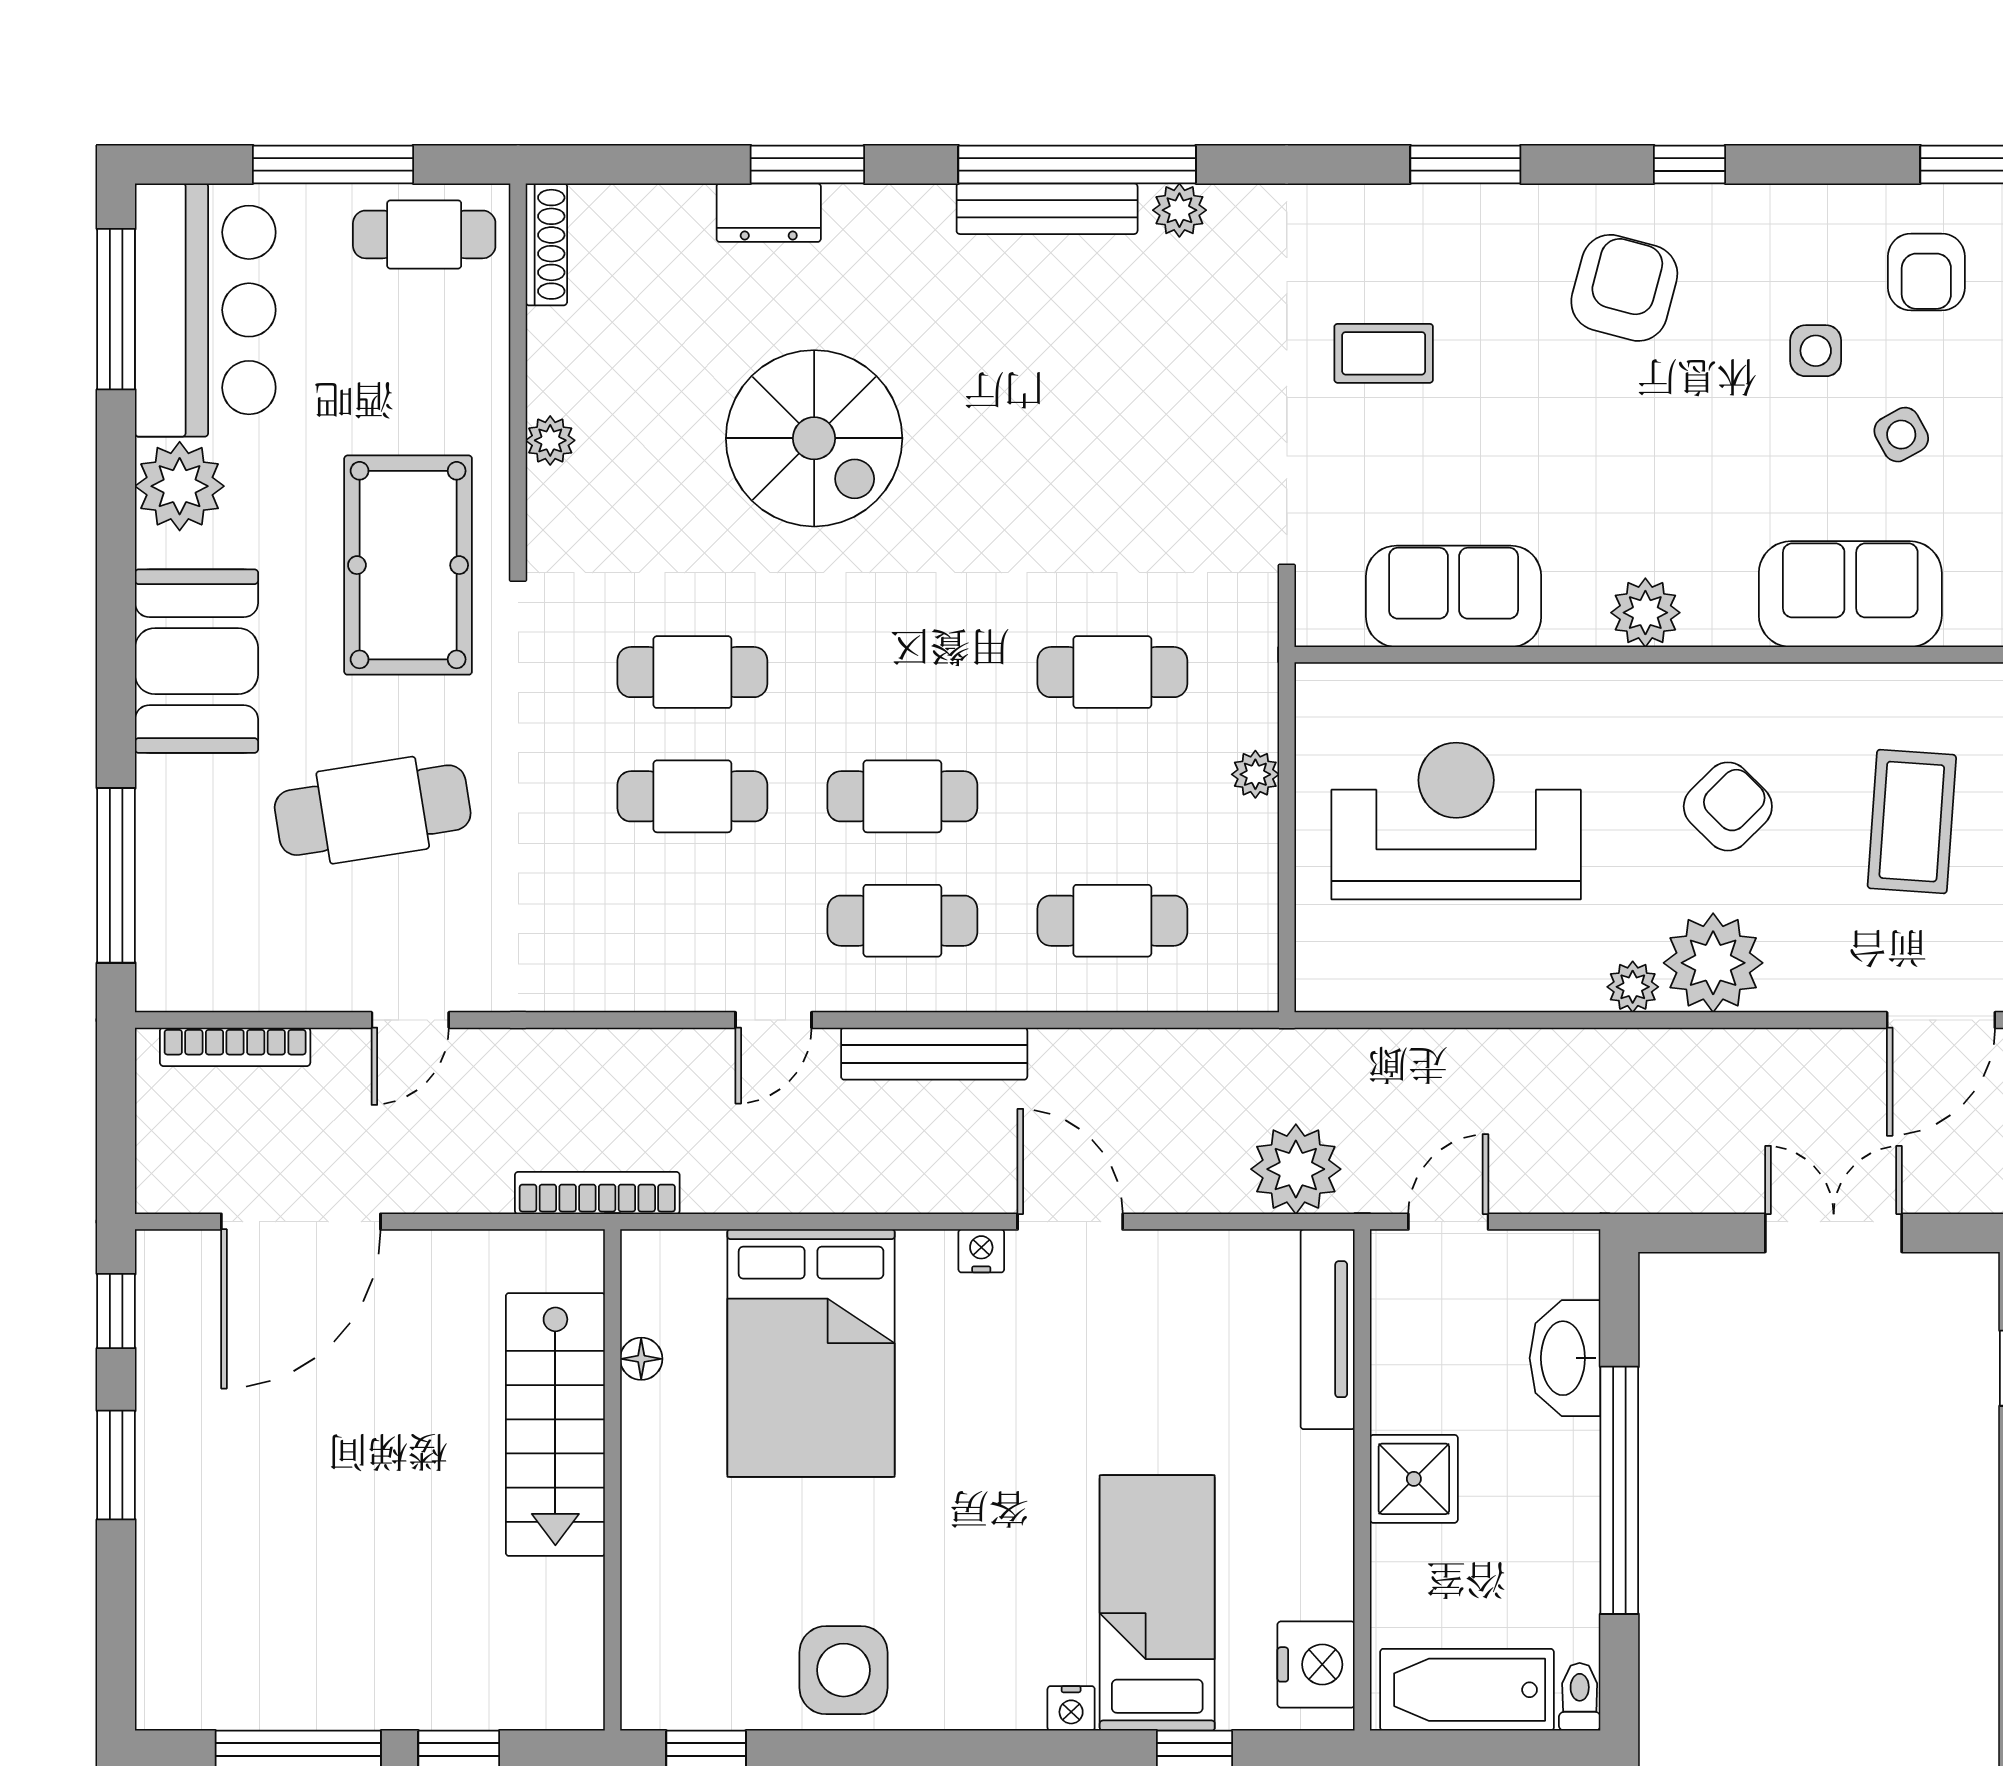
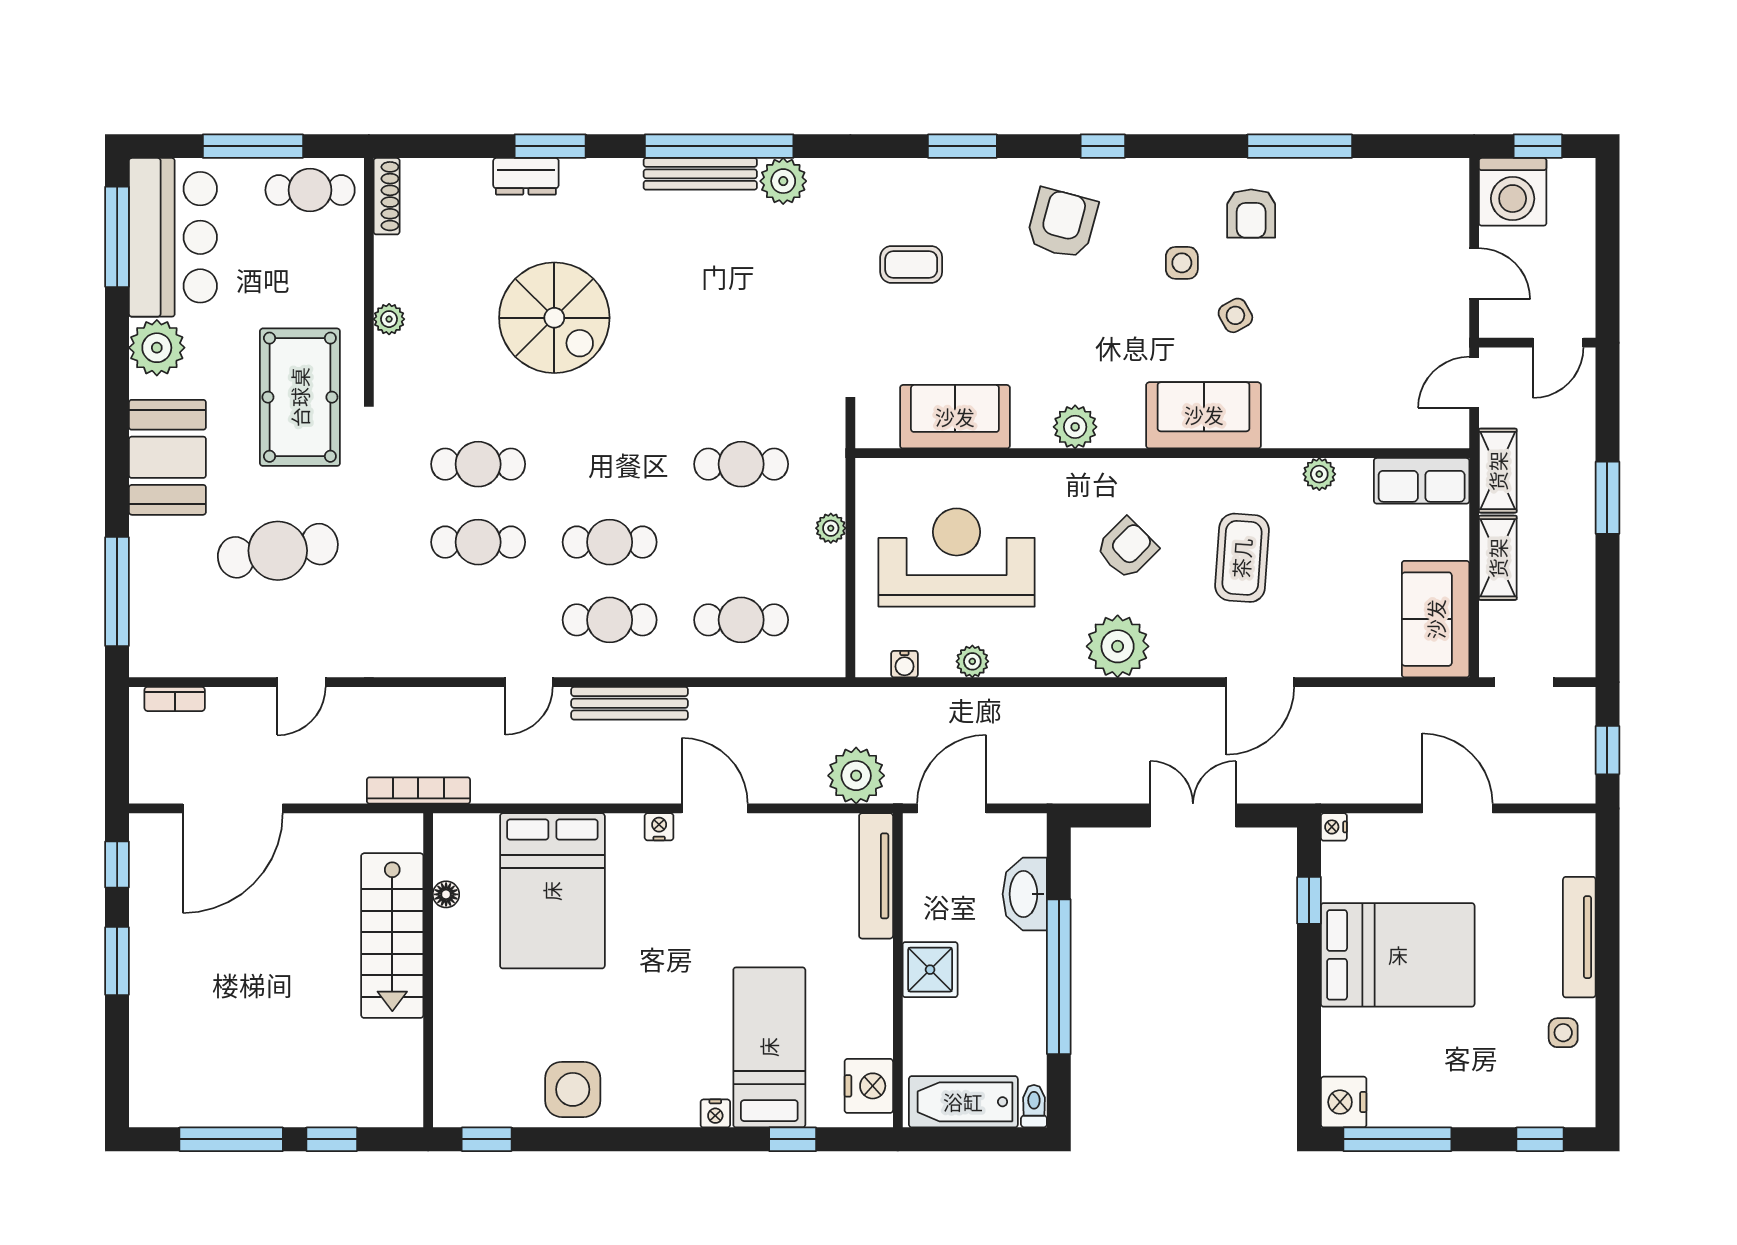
plant: (1179, 210) -> (783, 181), width x1.38, depth x1.38
plant: (1633, 987) -> (972, 661), moved
water cooler: (1373, 991) -> (904, 664), added
bookcase: (235, 1047) -> (175, 699), width x0.64
door: (1448, 1222) -> (952, 808), width x1.38

